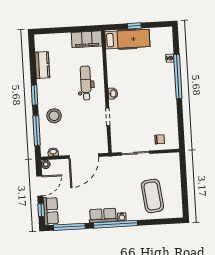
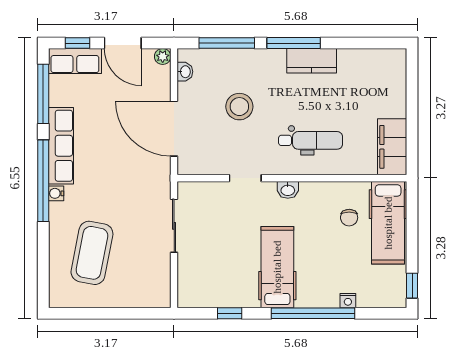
window: (134, 26) -> (412, 286), moved
kitchen counter: (42, 65) -> (312, 61), moved
window: (34, 95) -> (294, 43), width x1.44
hospital bed: (154, 97) -> (277, 267), added
stool: (54, 116) -> (239, 107), moved
window: (180, 121) -> (230, 313), added
chair: (160, 139) -> (349, 218), moved
coffee table: (152, 196) -> (92, 253), turned -72
row of seats: (103, 215) -> (61, 146), width x1.48

